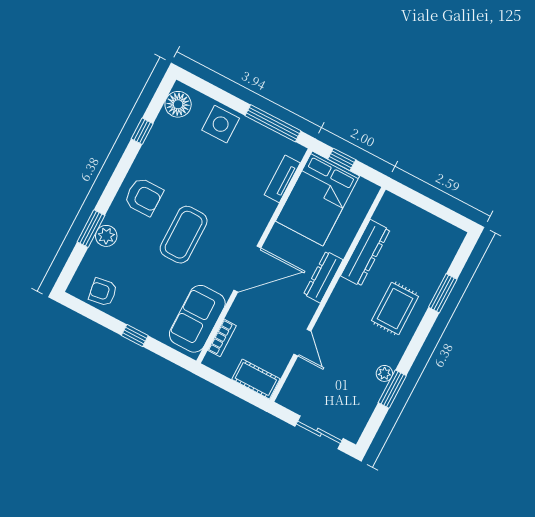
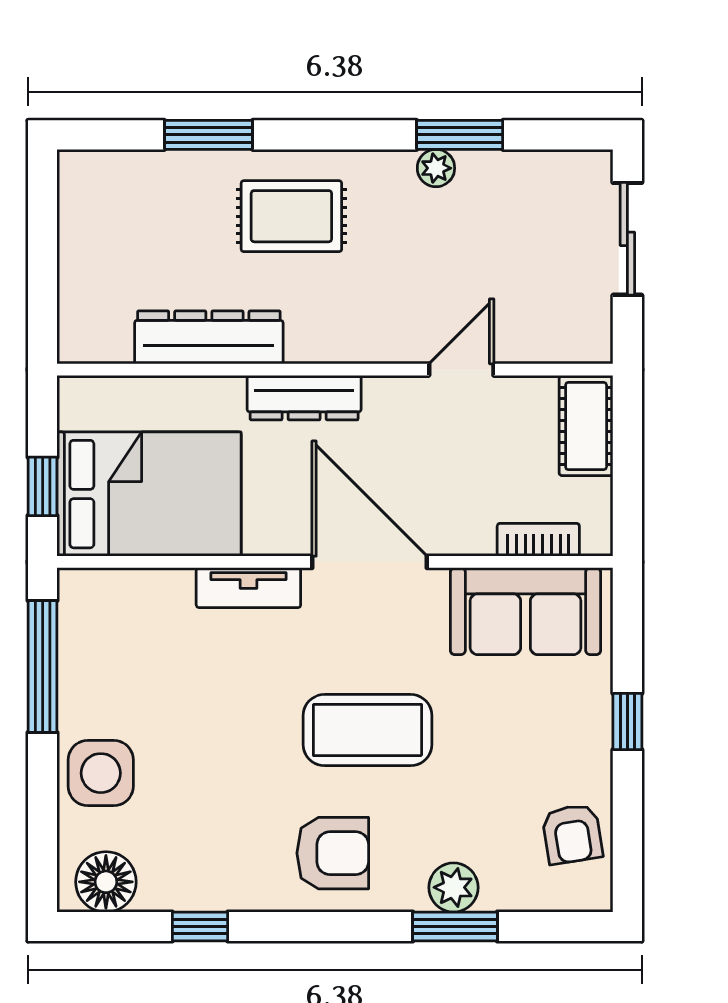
tv unit: (282, 179) -> (248, 588), moved
armchair: (144, 197) -> (333, 853), turned 90

